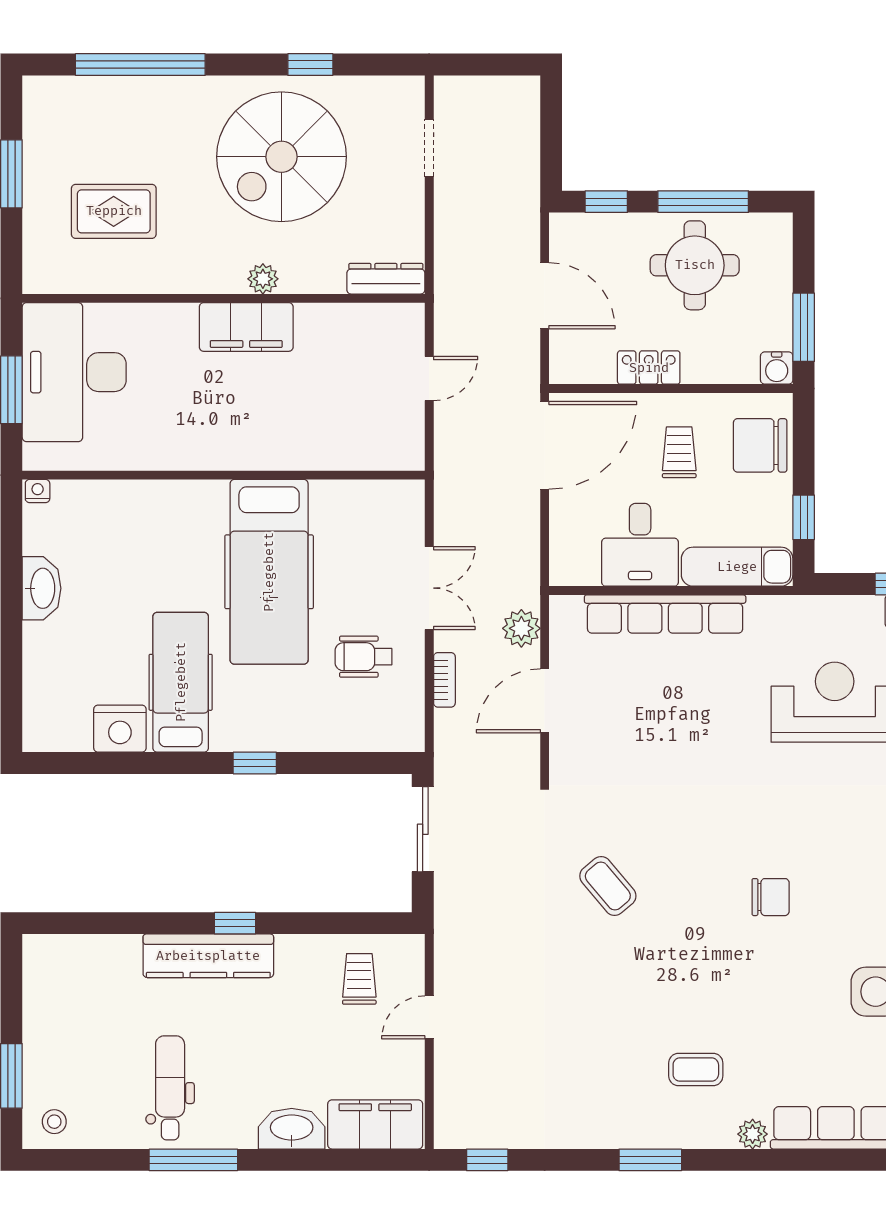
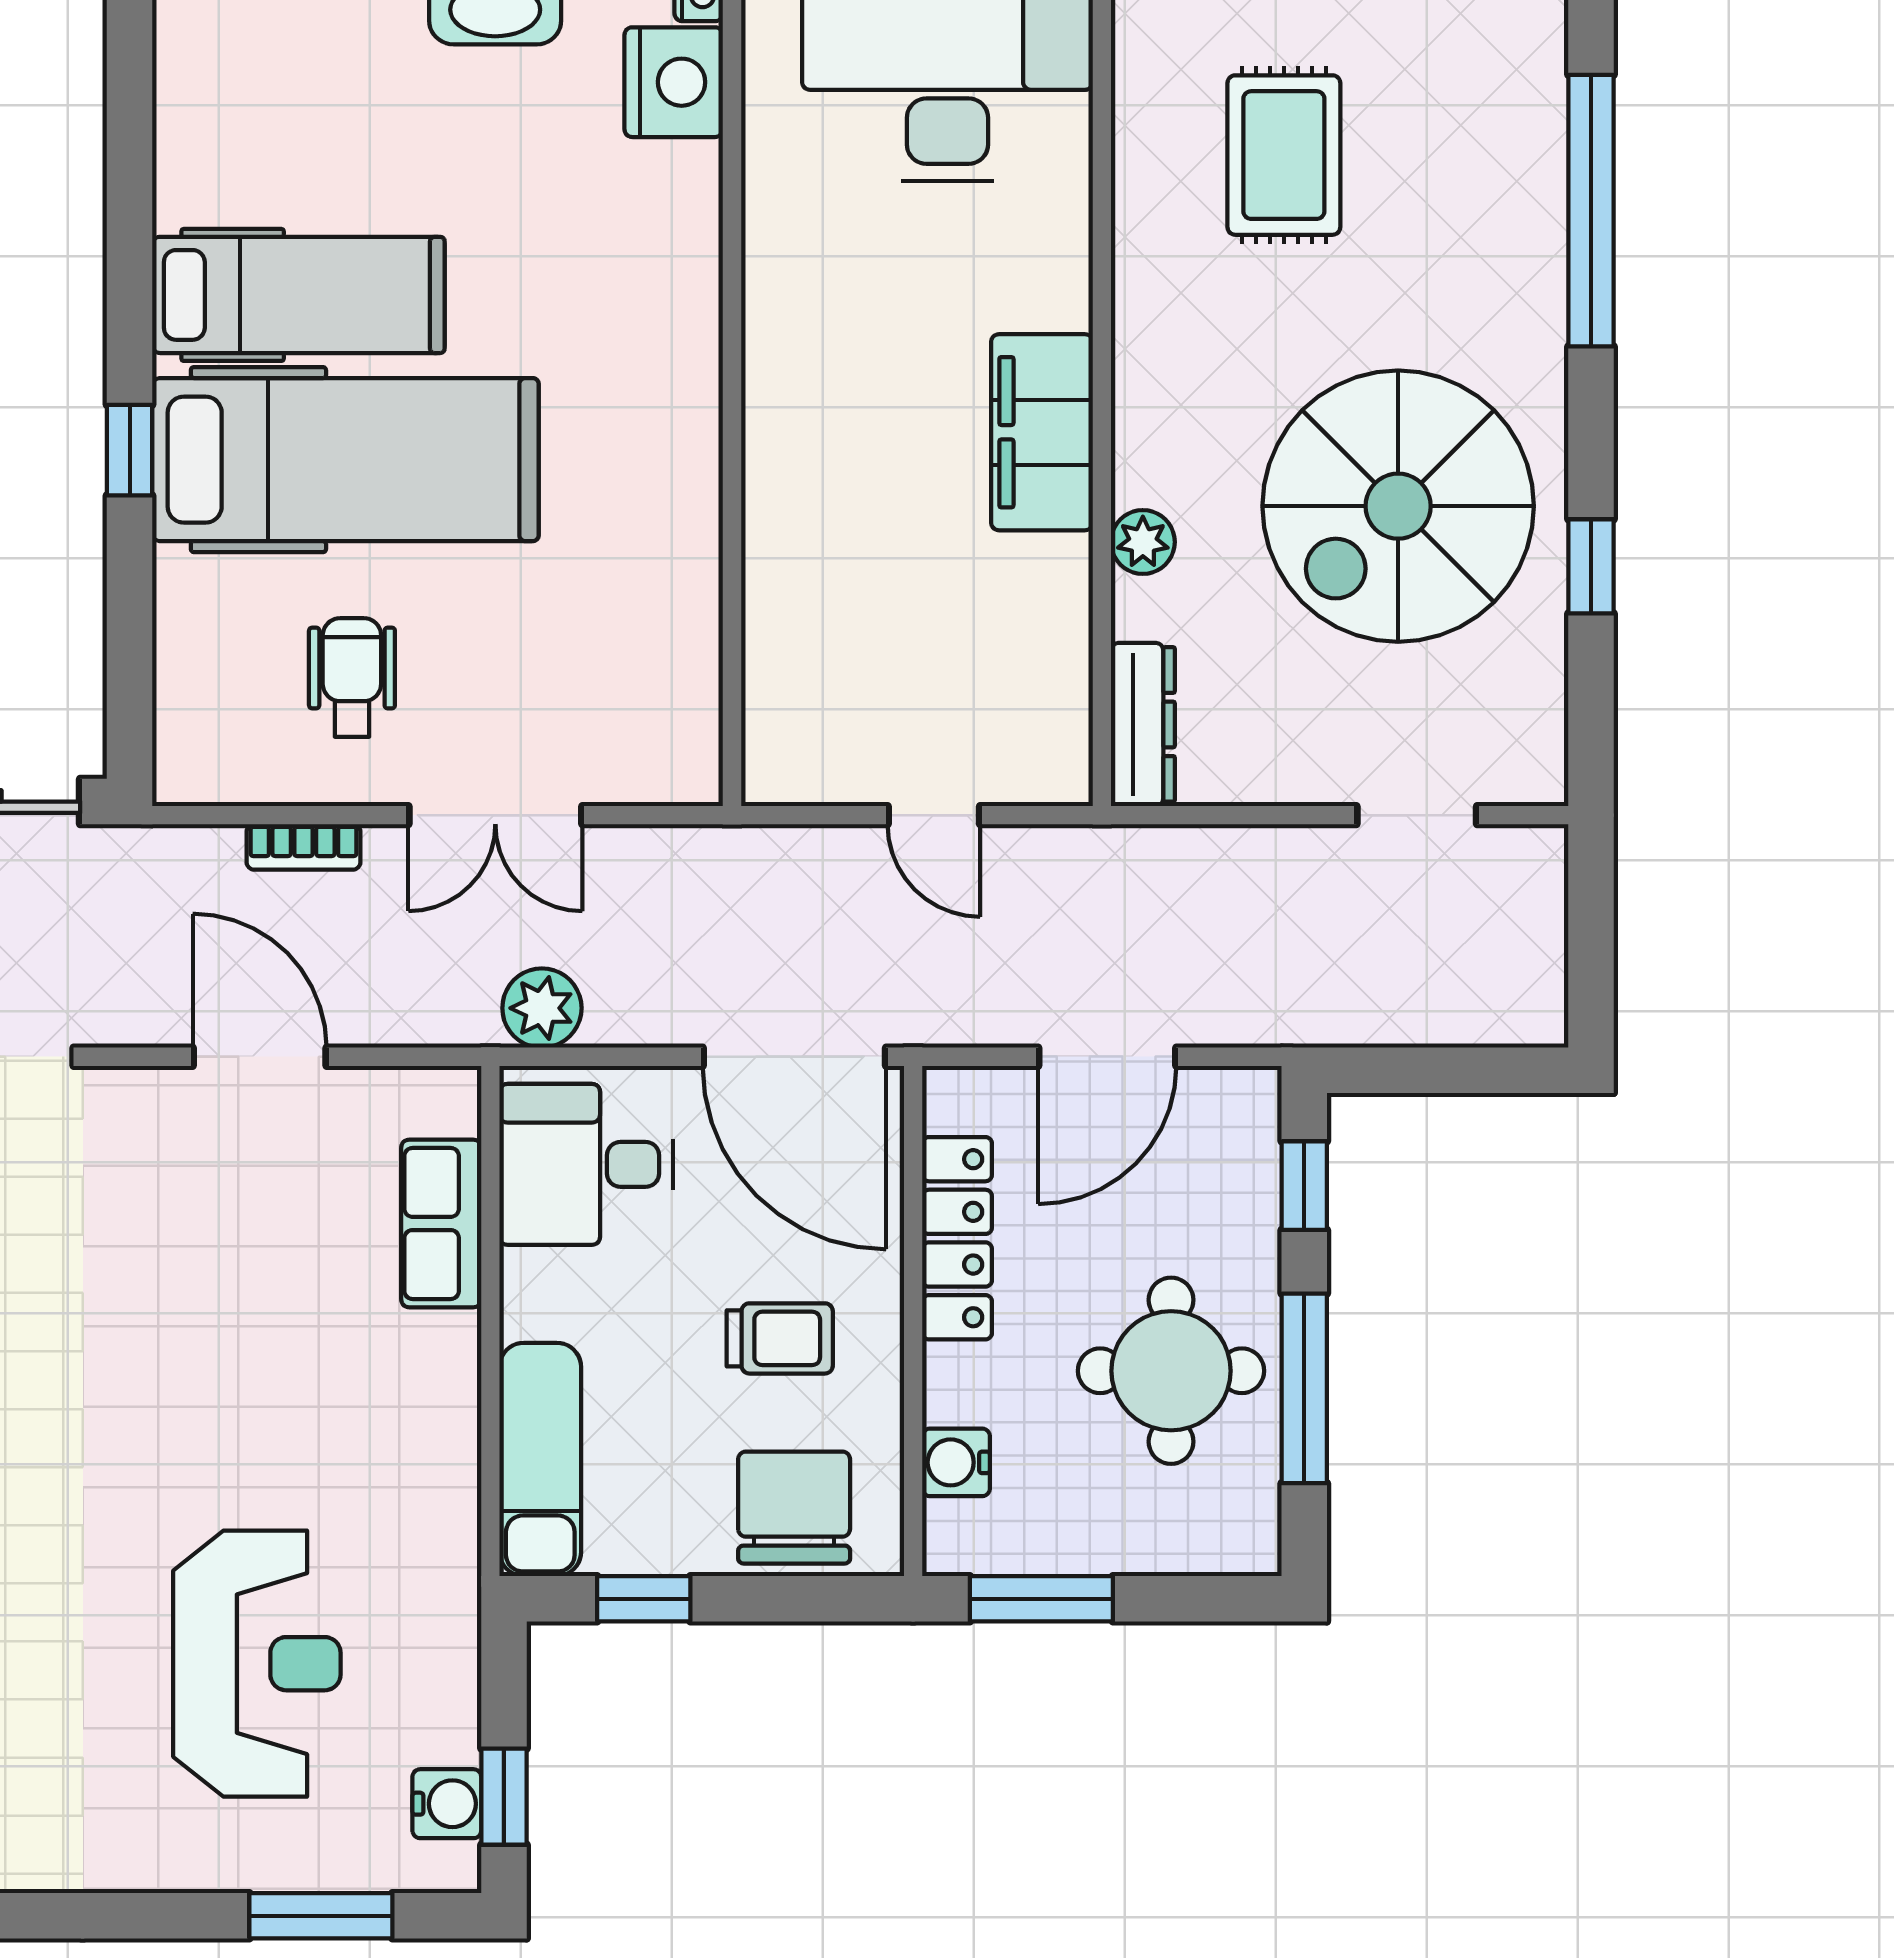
spiral stairs: (282, 157) -> (1398, 506), turned -90
plant: (263, 279) -> (1143, 542), moved
locker: (649, 368) -> (957, 1238), width x1.53
water cooler: (777, 368) -> (956, 1462), moved
desk: (640, 545) -> (586, 1164), moved
hospital bed: (269, 572) -> (345, 460), moved, turned 180
row of seats: (665, 614) -> (441, 1223), width x0.50
plant: (521, 628) -> (542, 1008), moved
nightstand: (120, 729) -> (674, 82), moved, turned 180

